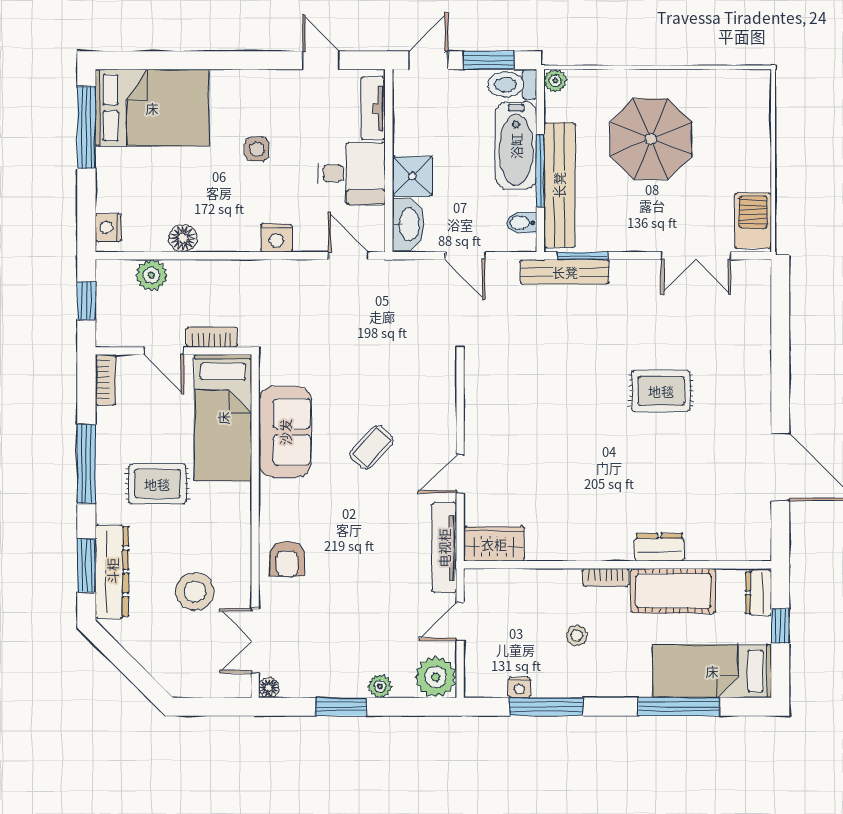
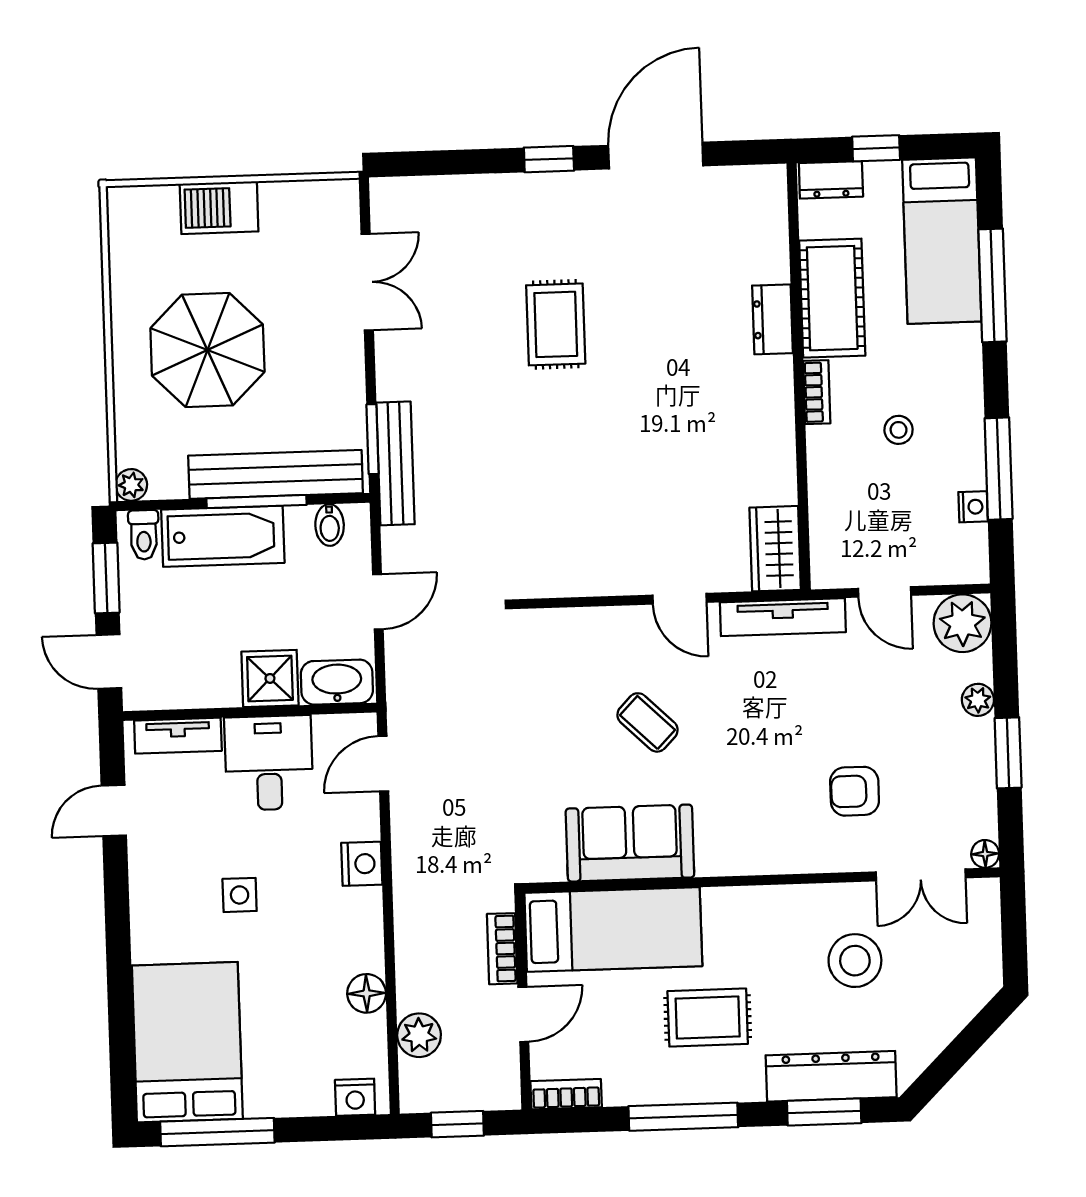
toilet: (512, 84) -> (144, 535), width x0.73, depth x0.72
barbecue: (753, 221) -> (219, 208), moved
window: (780, 390) -> (549, 159), added
rug: (157, 484) -> (708, 1017), turned 90
armchair: (287, 559) -> (855, 791), moved, turned 180

